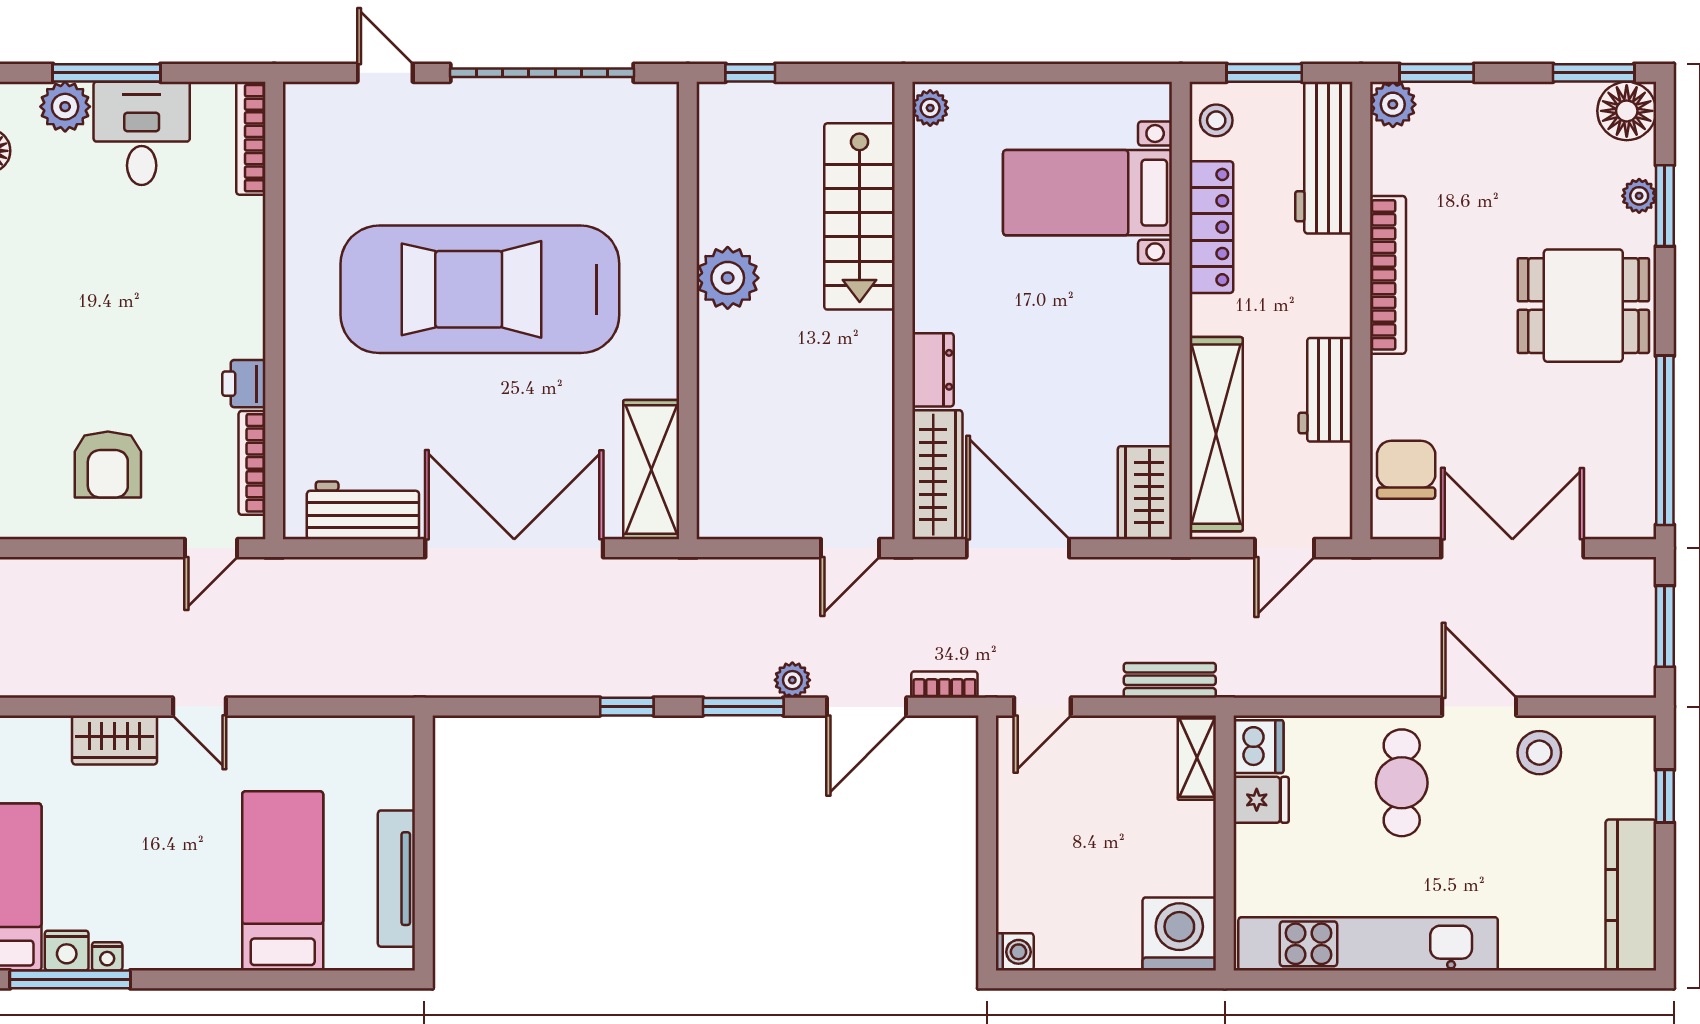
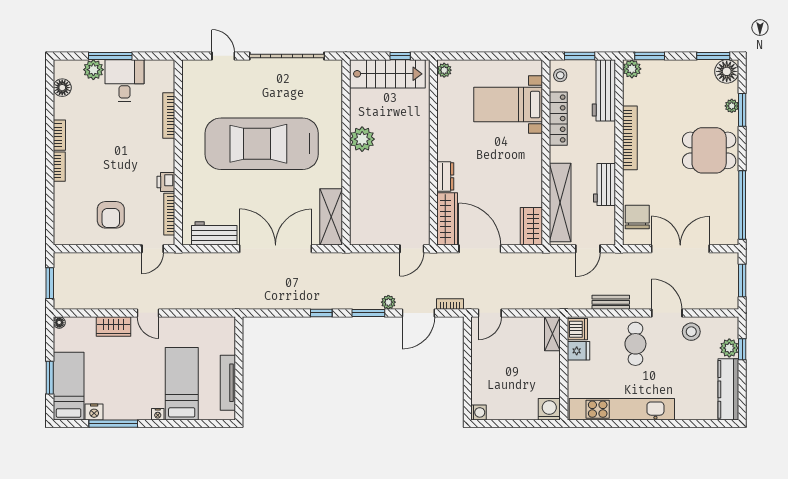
window: (750, 73) -> (400, 56), moved
bookcase: (251, 138) -> (169, 115), moved
stairs: (860, 216) -> (387, 74), moved, turned -90
bench: (1170, 680) -> (611, 302), moved
plant: (1633, 793) -> (729, 348), added
washing machine: (1179, 934) -> (549, 409), width x0.73, depth x0.73
nightstand: (107, 956) -> (158, 414), moved
window: (70, 979) -> (113, 424), moved

